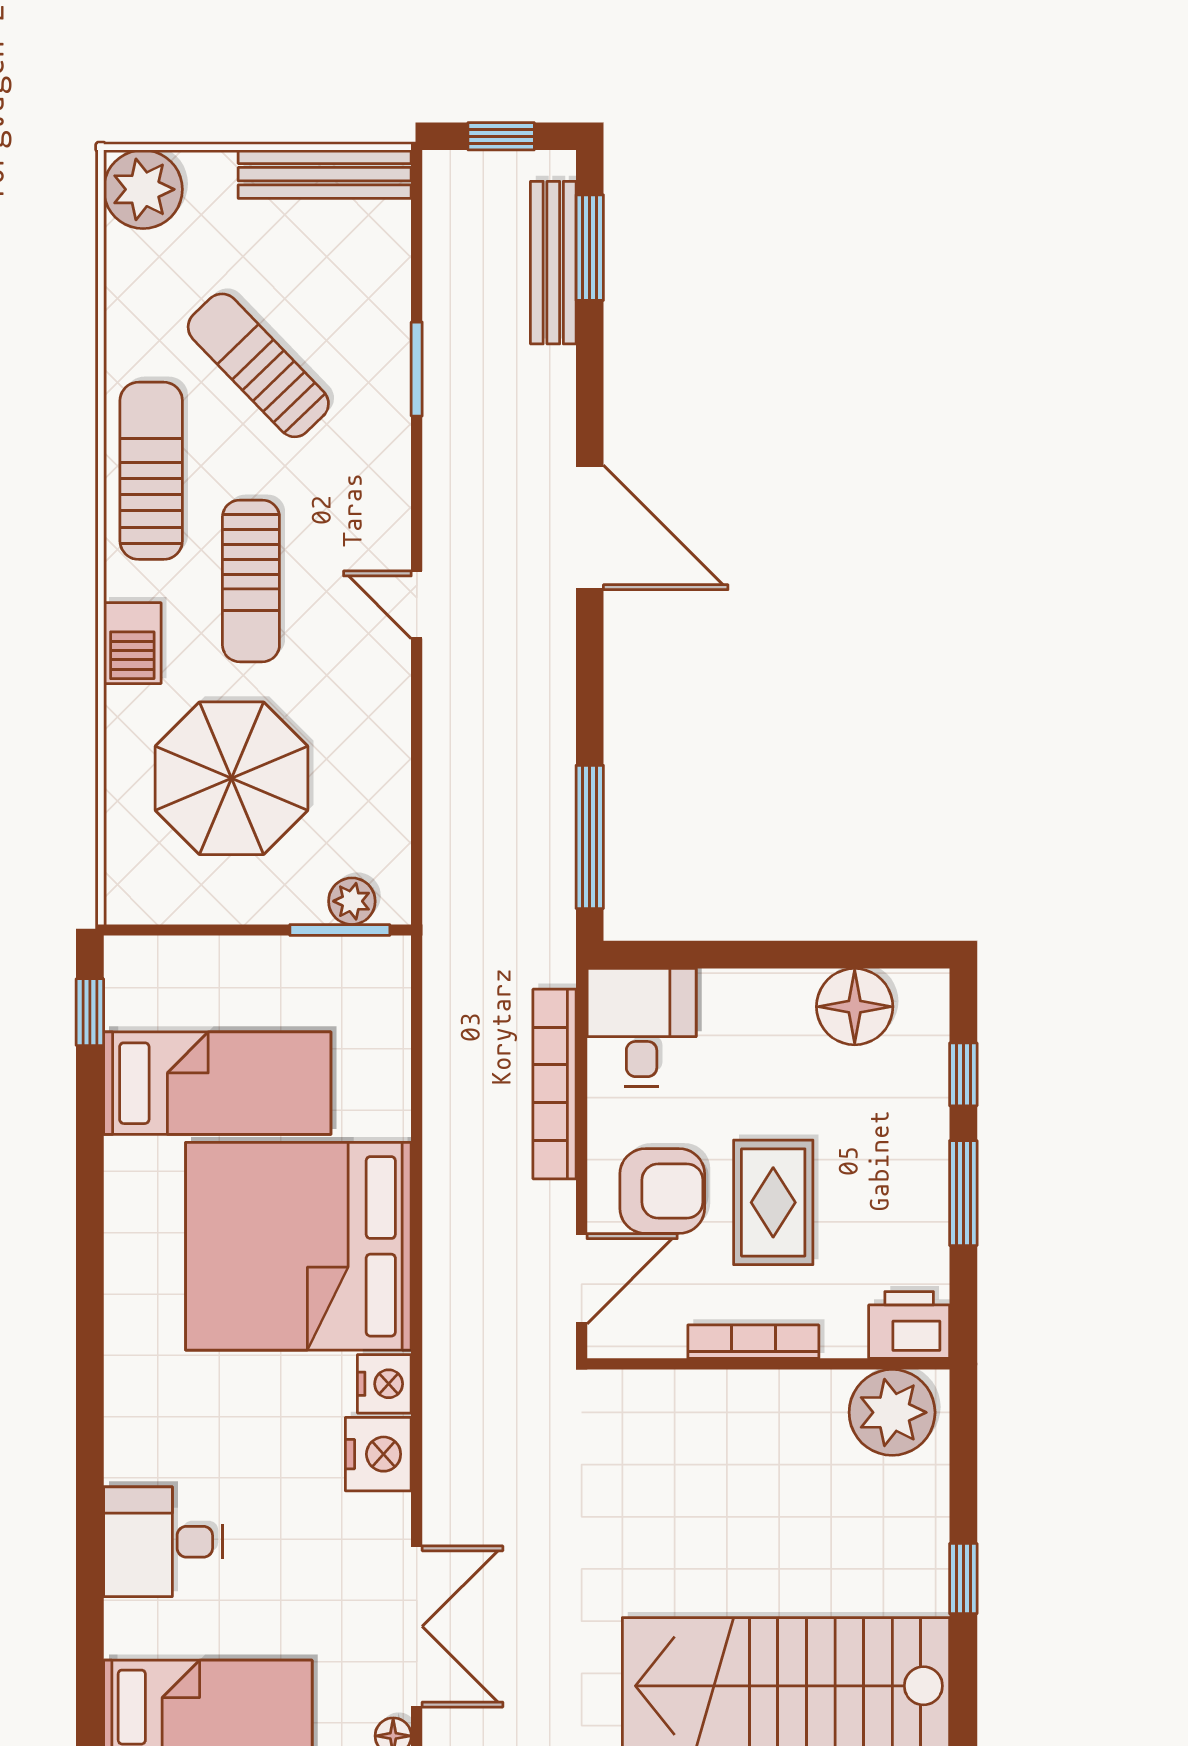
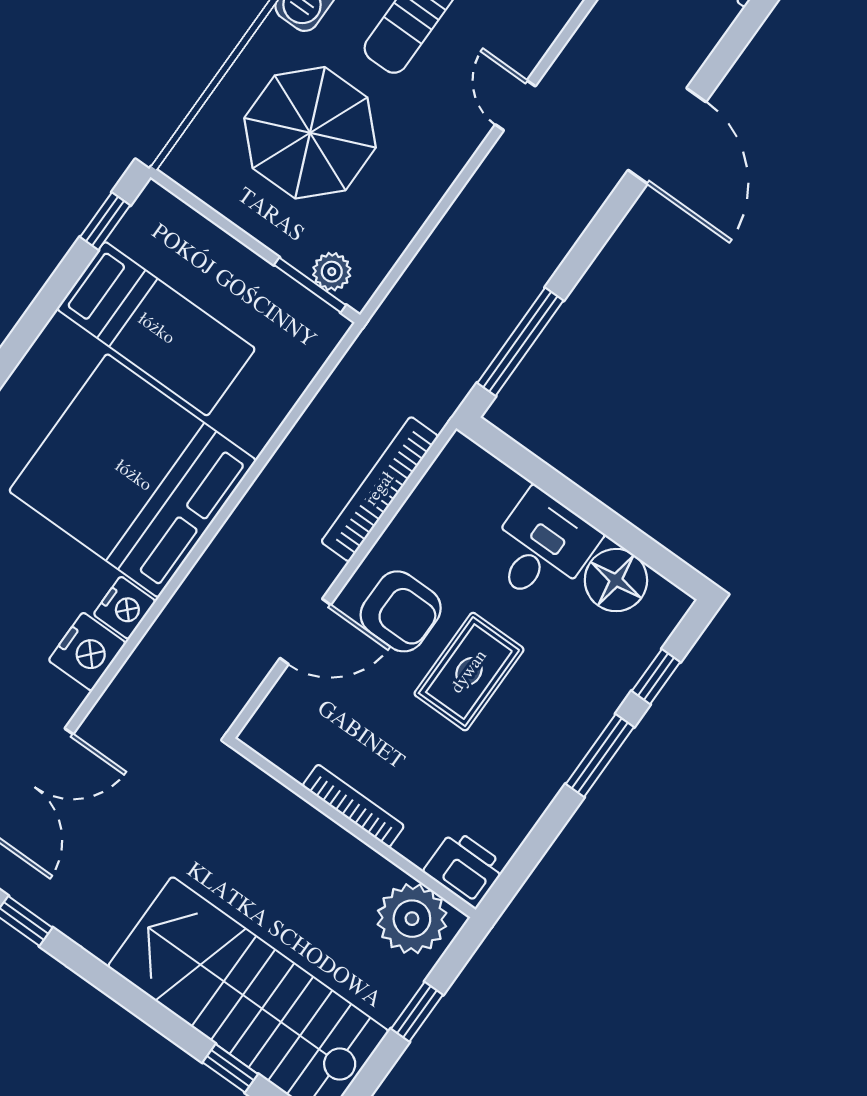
desk: (642, 1027) -> (542, 548), moved
printer: (909, 1325) -> (465, 869), moved
bookcase: (753, 1342) -> (353, 806), moved
wall: (768, 1364) -> (353, 828), moved
plant: (892, 1412) -> (412, 919), moved

